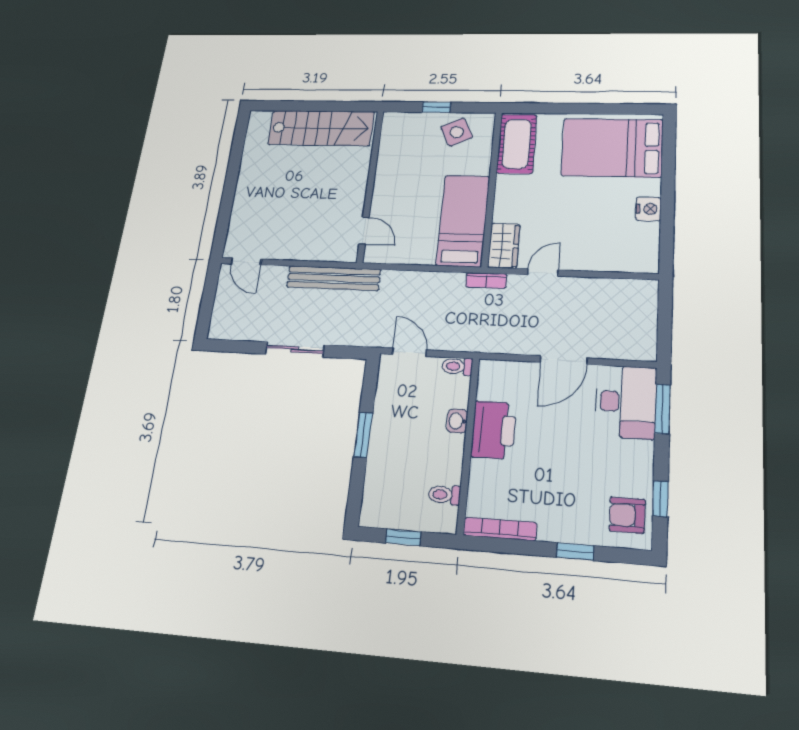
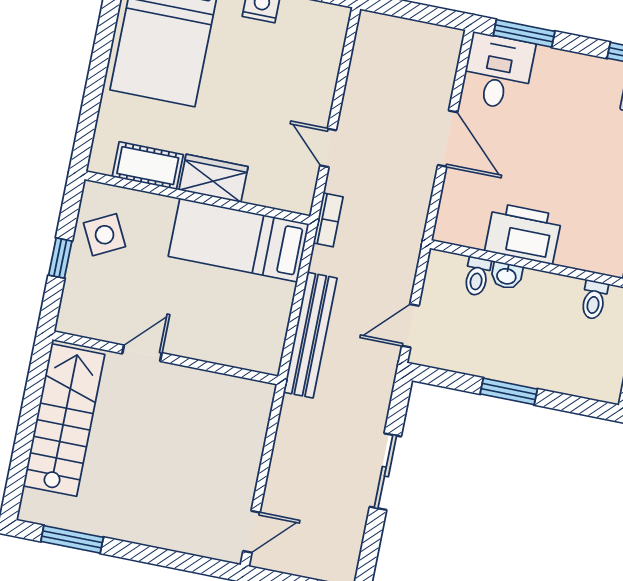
cot: (517, 144) -> (148, 166), width x0.73, depth x0.75
window: (238, 146) -> (72, 539), added
door: (364, 231) -> (142, 353), moved
wardrobe: (504, 246) -> (214, 178), moved
bench: (334, 278) -> (310, 335), moved
toilet: (457, 366) -> (477, 276), moved
desk: (626, 402) -> (498, 72), width x0.73

